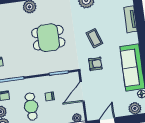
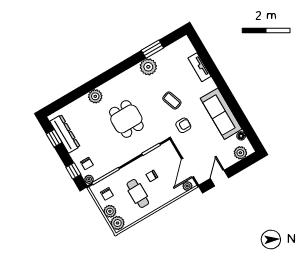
dining table: (48, 38) -> (126, 119), turned 90
door: (82, 91) -> (188, 168), moved

